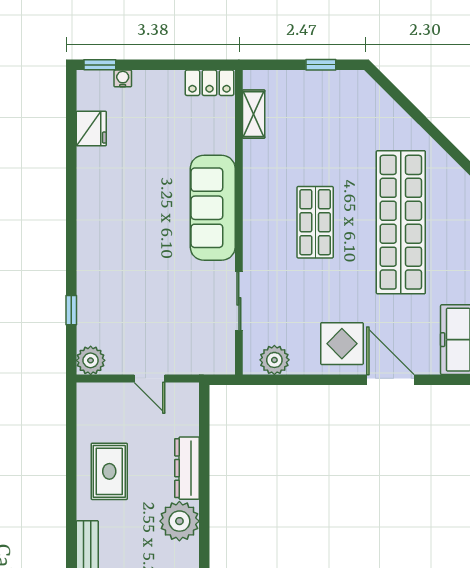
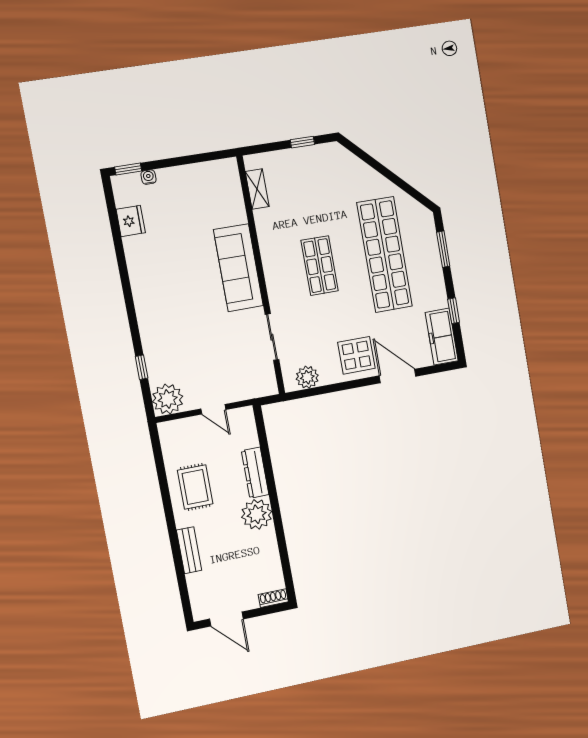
locker: (209, 83) -> (218, 170), removed
plant: (91, 360) -> (168, 399), width x1.36, depth x1.36

